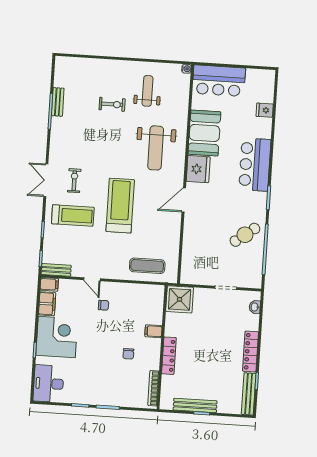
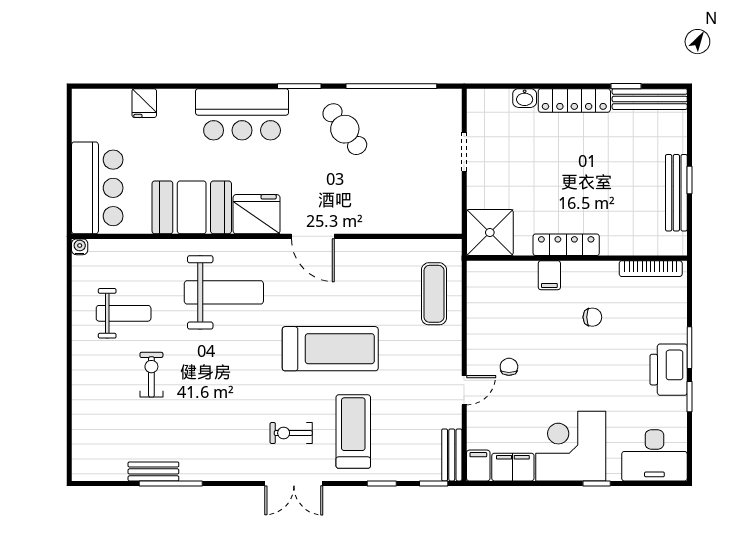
weight bench: (147, 91) -> (124, 313), turned 180
treadmill: (120, 206) -> (330, 349), turned 180
cafe table: (245, 235) -> (345, 129), moved
washbasin: (255, 307) -> (525, 98), moved
locker: (169, 356) -> (566, 245), moved
printer: (96, 395) -> (669, 370), added

